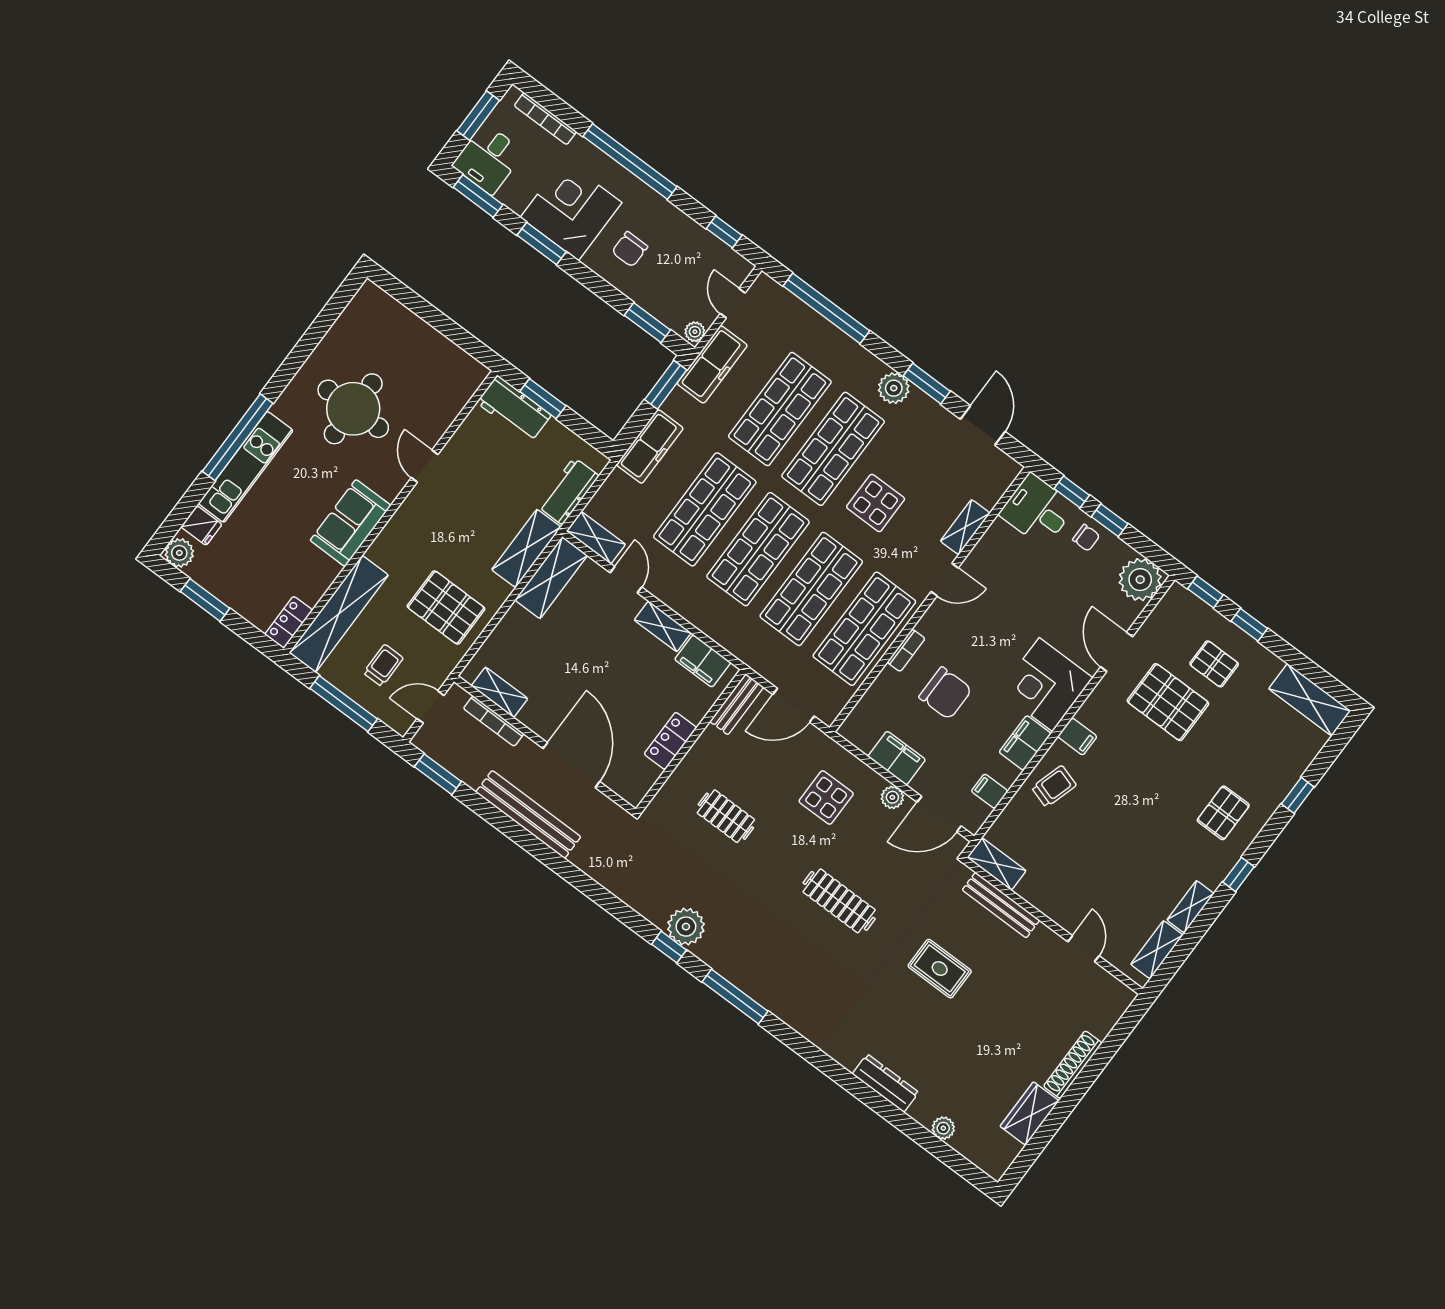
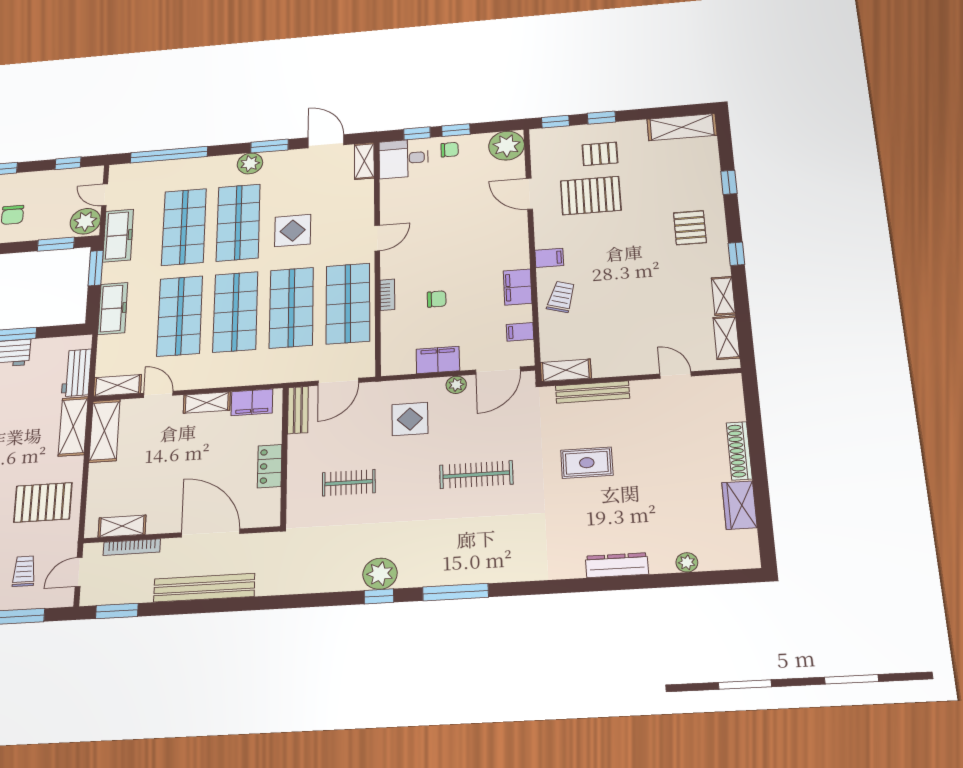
plant: (695, 332) -> (85, 221), width x1.87, depth x1.87
shelving: (965, 527) -> (364, 161), moved
corner desk: (1046, 685) -> (500, 245), removed
chair: (945, 693) -> (437, 299), width x0.54, depth x0.54

